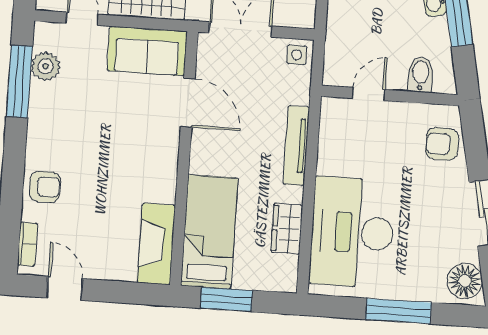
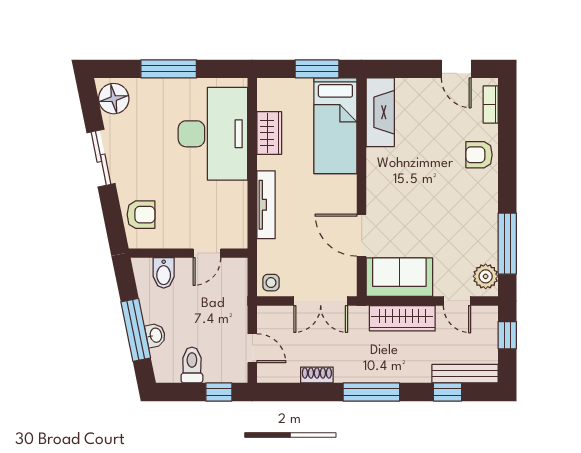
plant: (45, 66) -> (486, 276), moved

